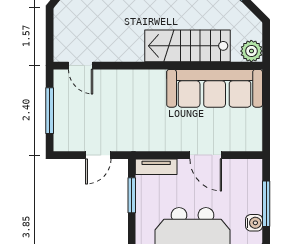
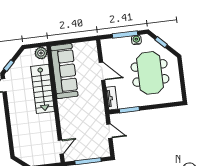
door: (206, 155) -> (102, 71), hinge flipped

